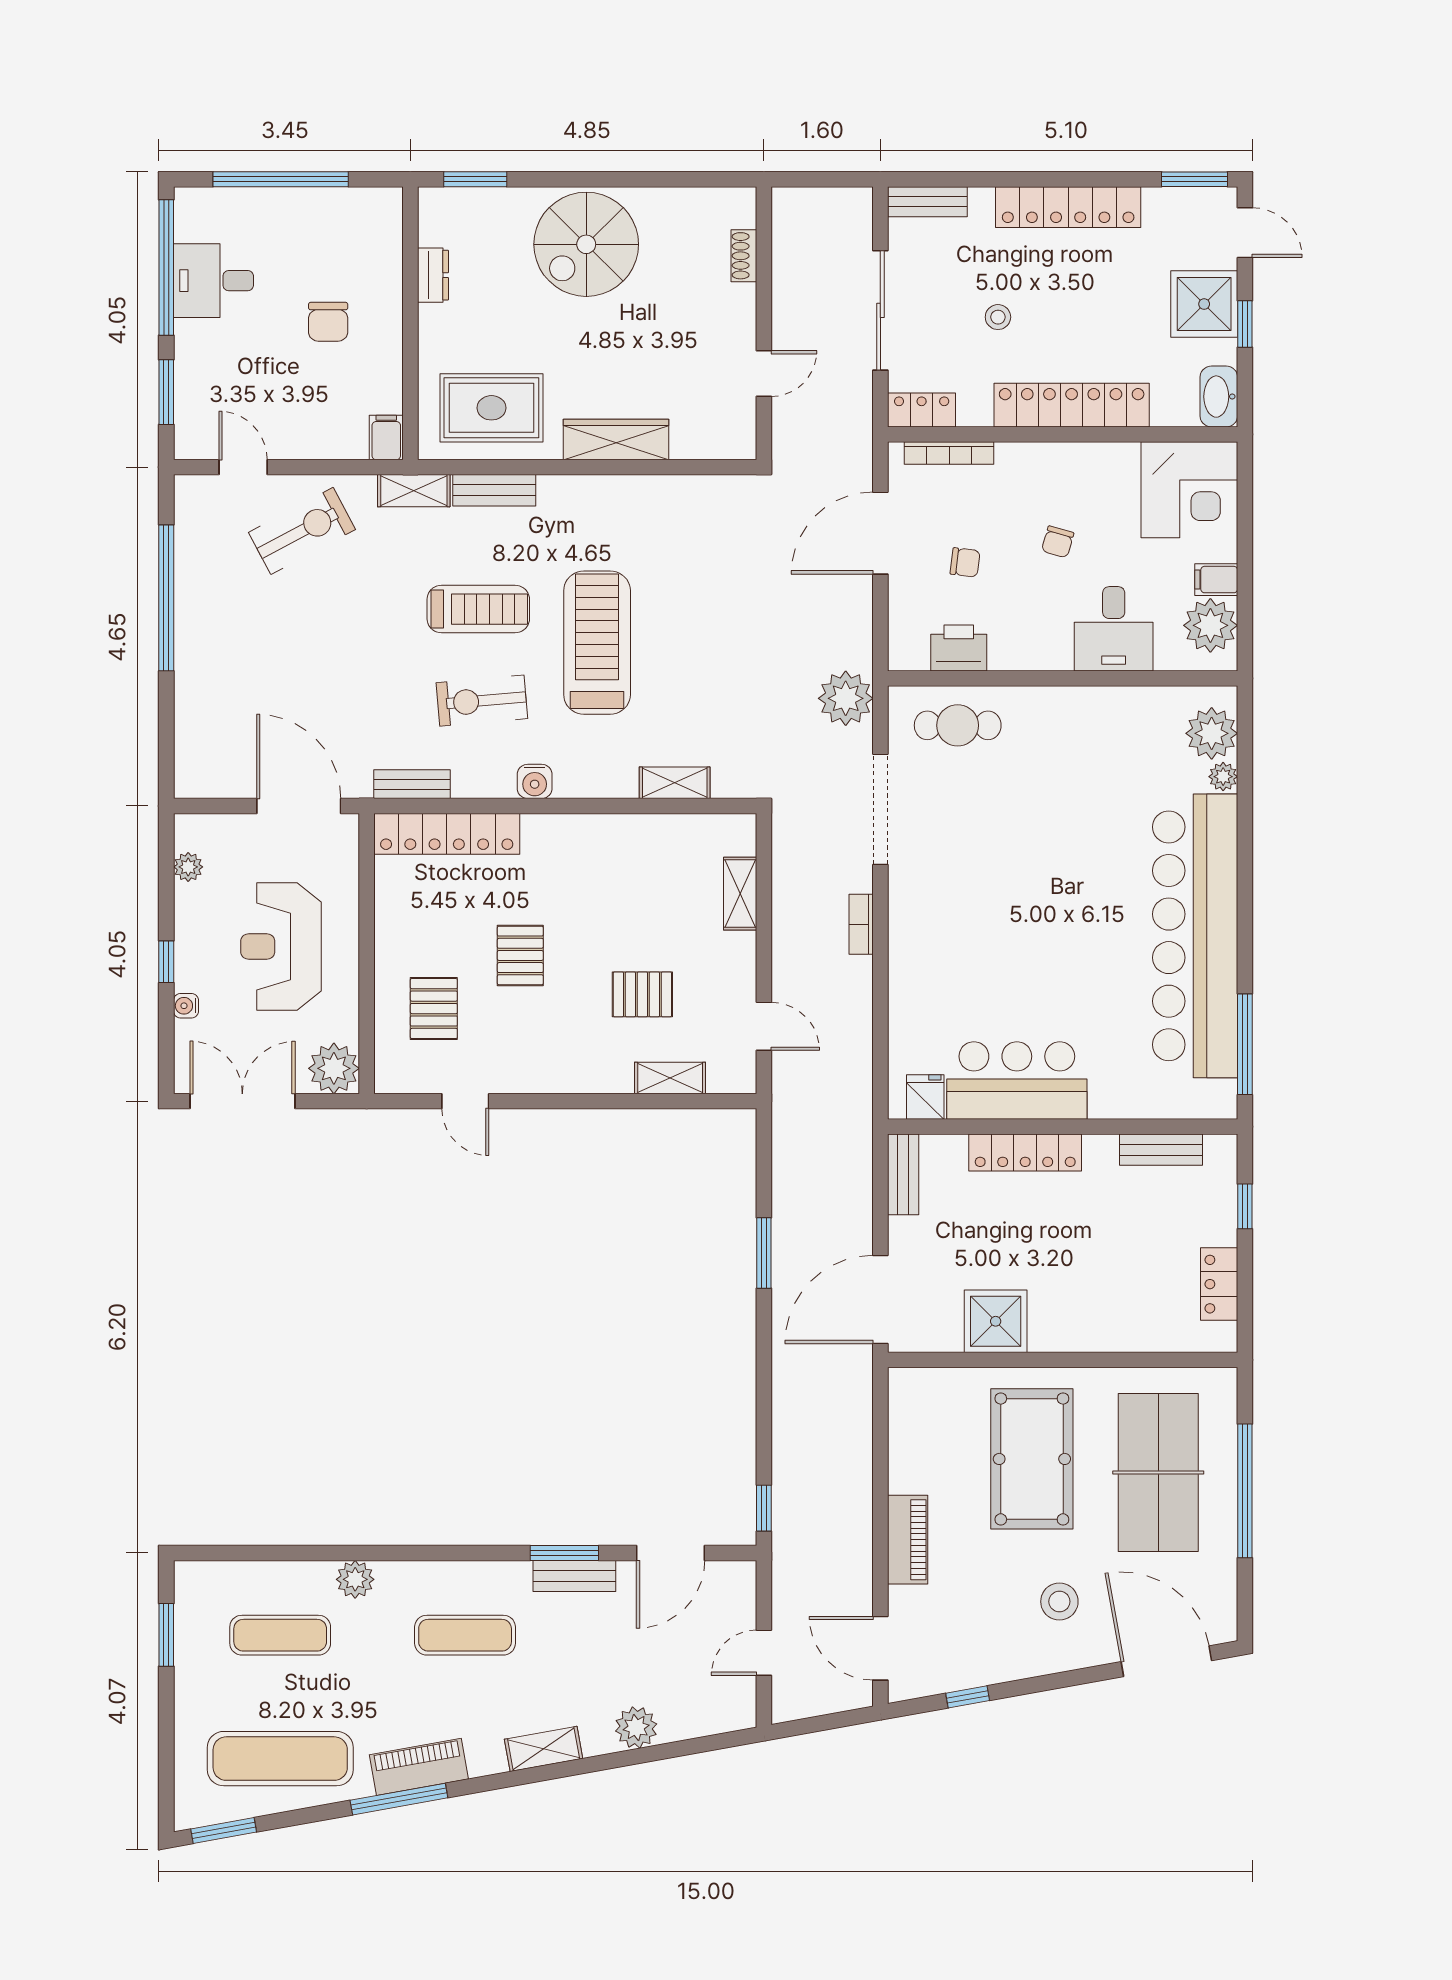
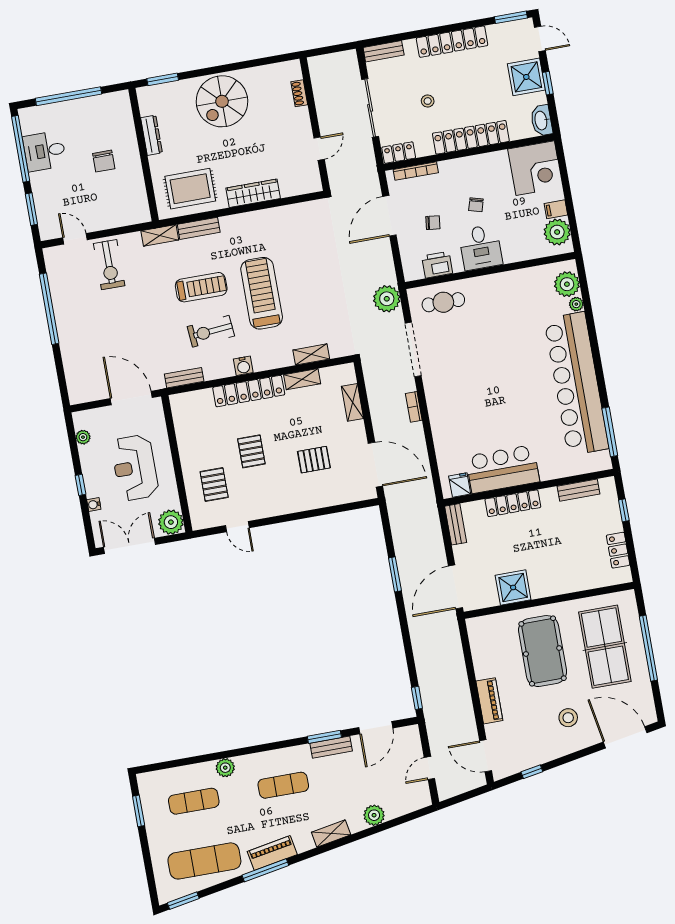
dresser: (433, 275) -> (151, 135), width x1.44
filing cabinet: (386, 437) -> (142, 212), removed
exercise bike: (302, 531) -> (109, 265), turned 118
desk: (1114, 629) -> (481, 247), moved
locker: (447, 834) -> (249, 391), moved
door: (764, 1026) -> (375, 465), width x1.87
shelving: (670, 1078) -> (302, 379), moved

